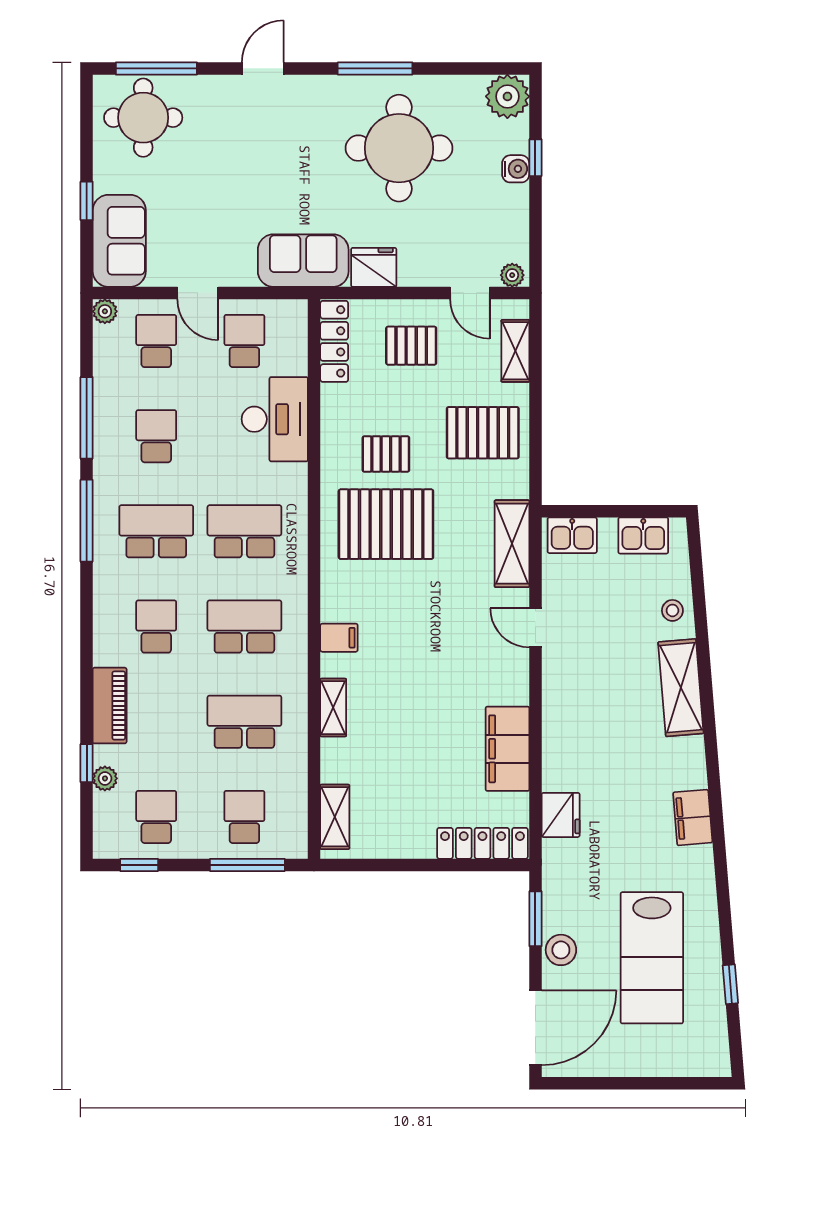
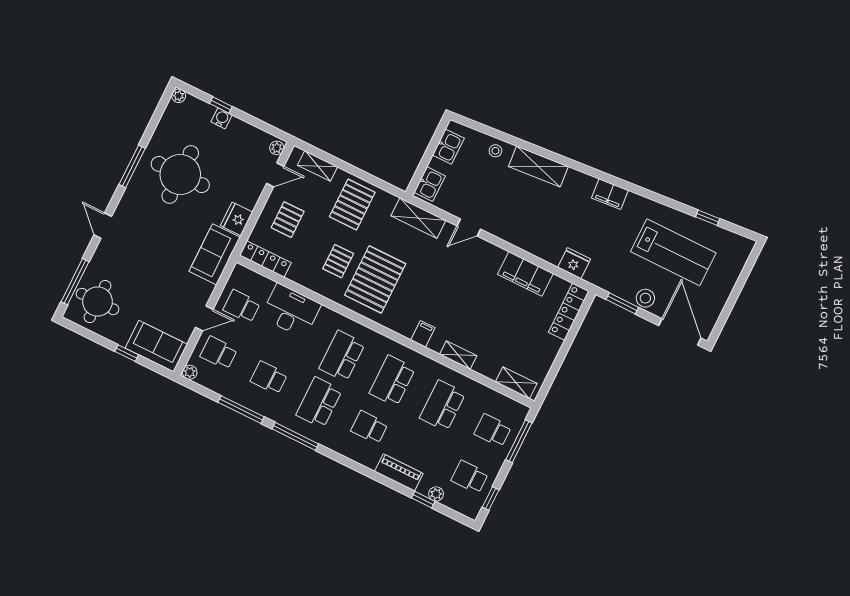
plant: (507, 96) -> (179, 96), width x0.53, depth x0.53

